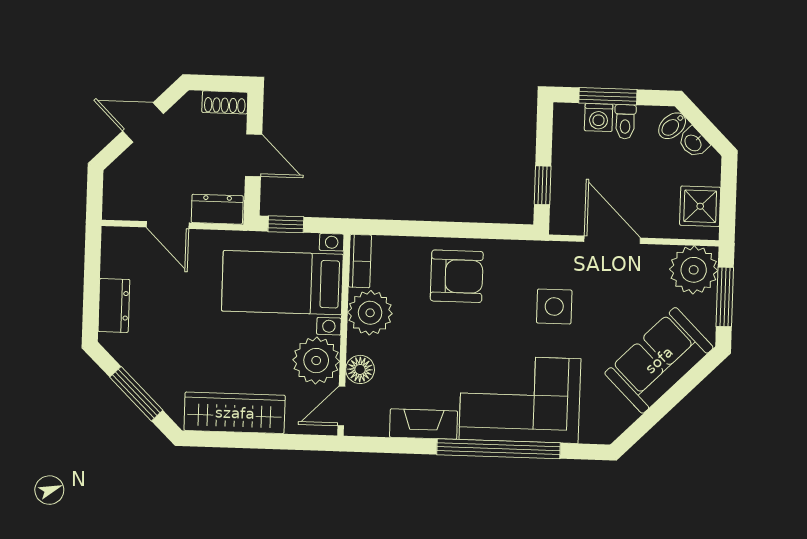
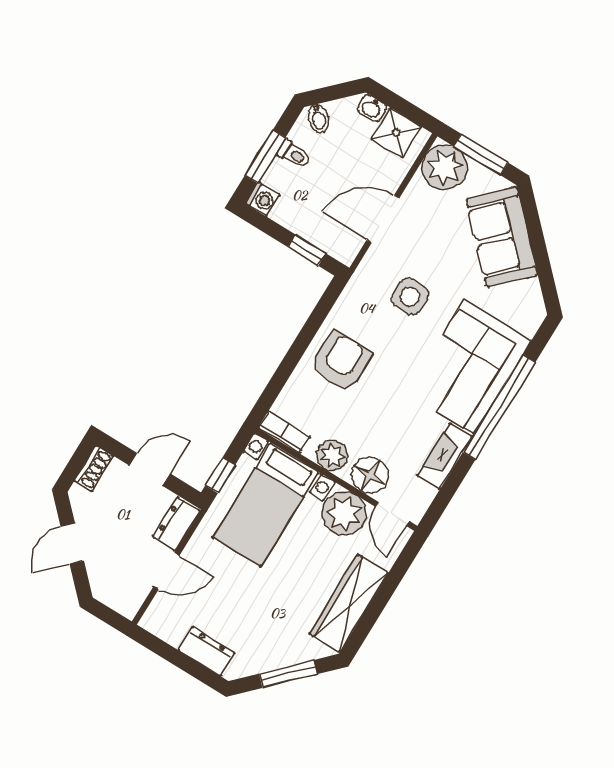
washing machine: (599, 118) -> (262, 199), moved
washbasin: (693, 142) -> (372, 108), moved, turned 45
plant: (370, 313) -> (332, 456), width x0.73, depth x0.73
floor lamp: (360, 369) -> (370, 475), width x1.38, depth x1.38

